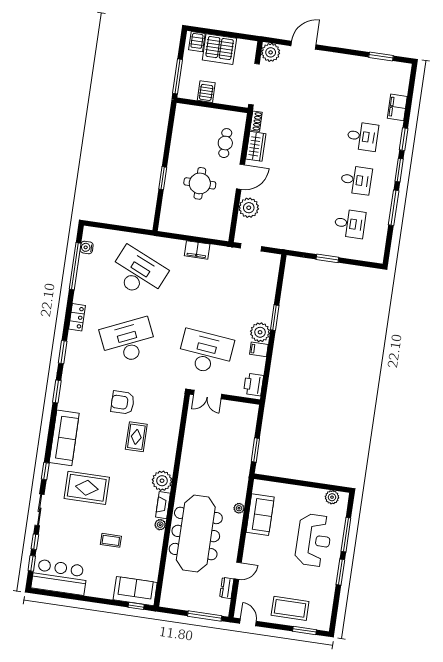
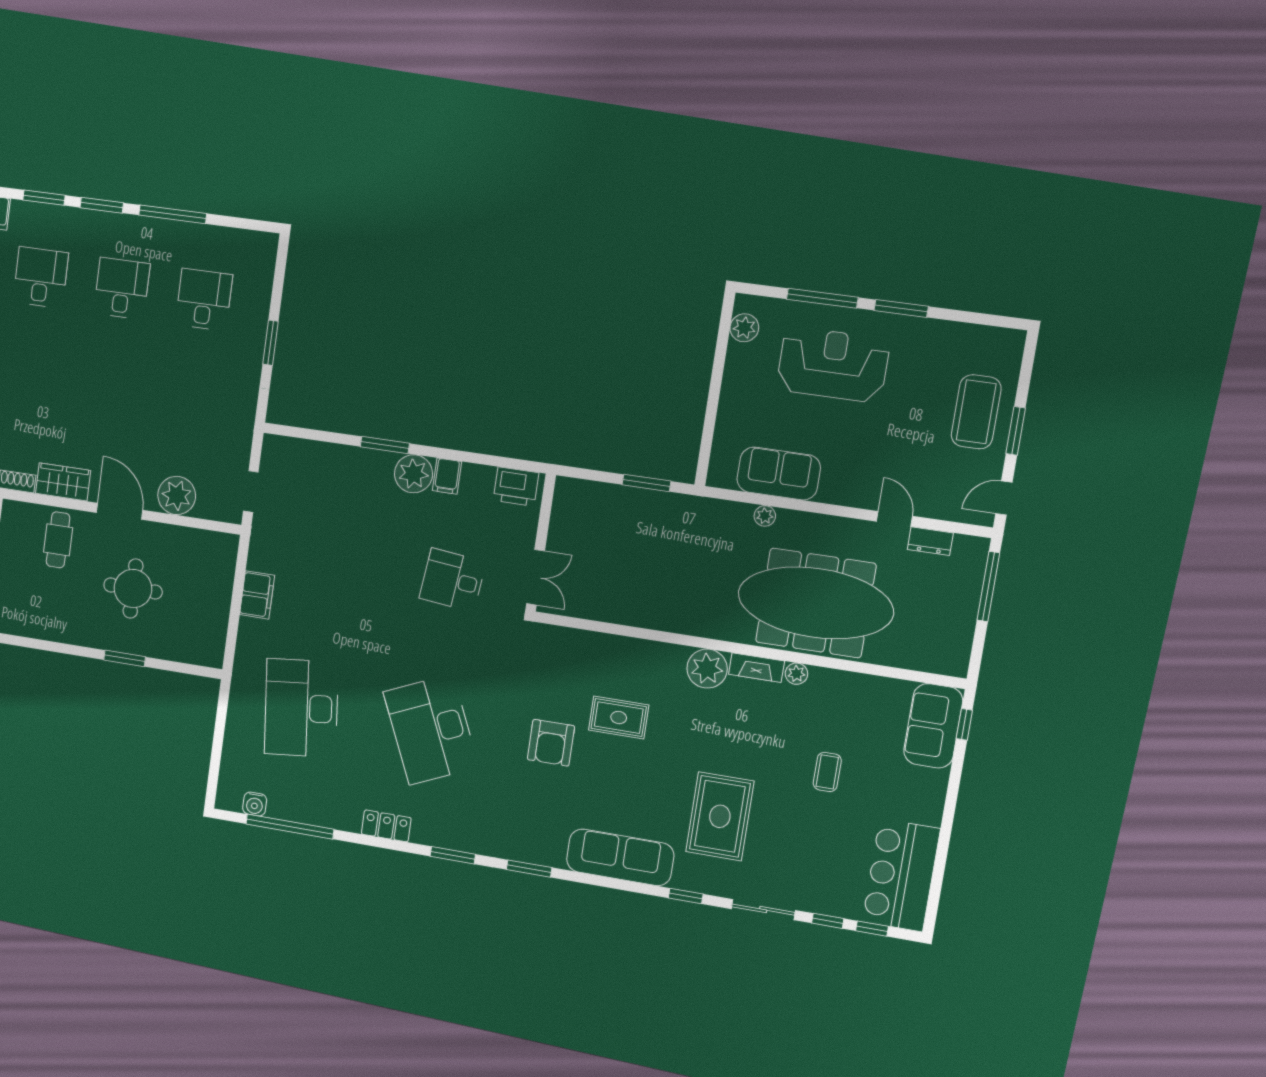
cafe table: (225, 143) -> (58, 540), turned 90
desk: (138, 273) -> (301, 708), turned -30
desk: (206, 352) -> (453, 580), width x0.53, depth x0.77
window: (305, 631) -> (1016, 431), moved

